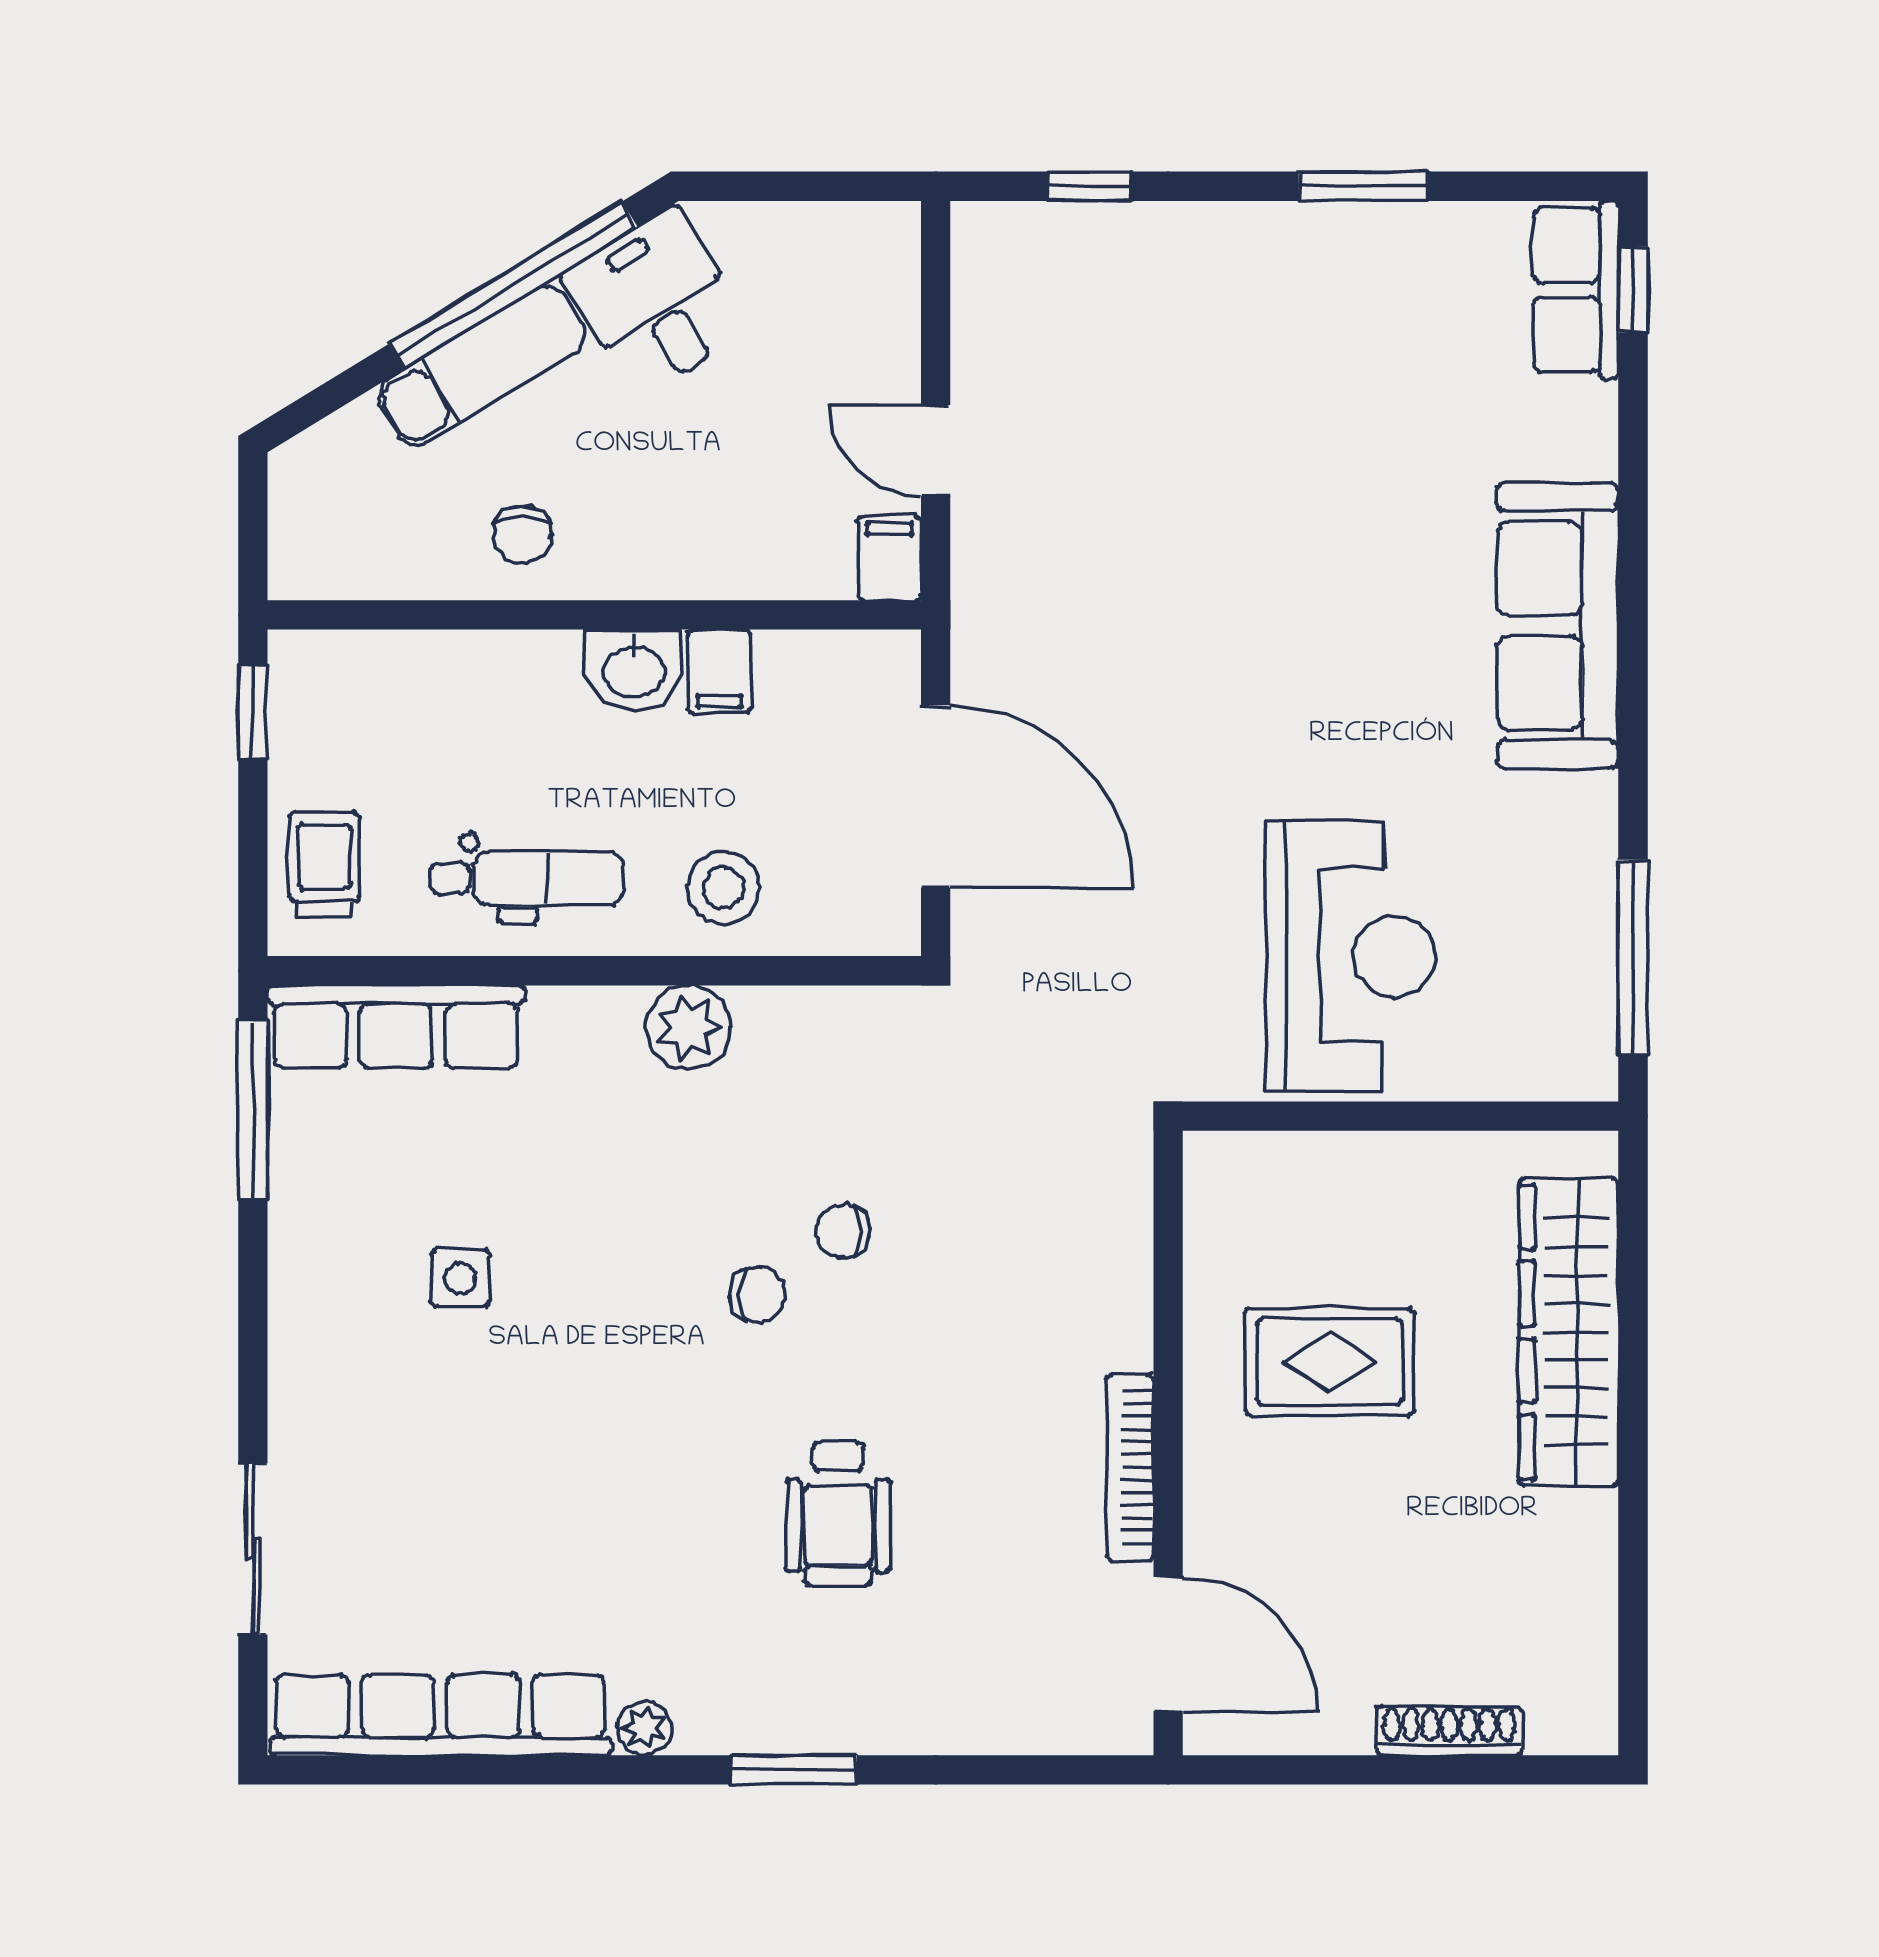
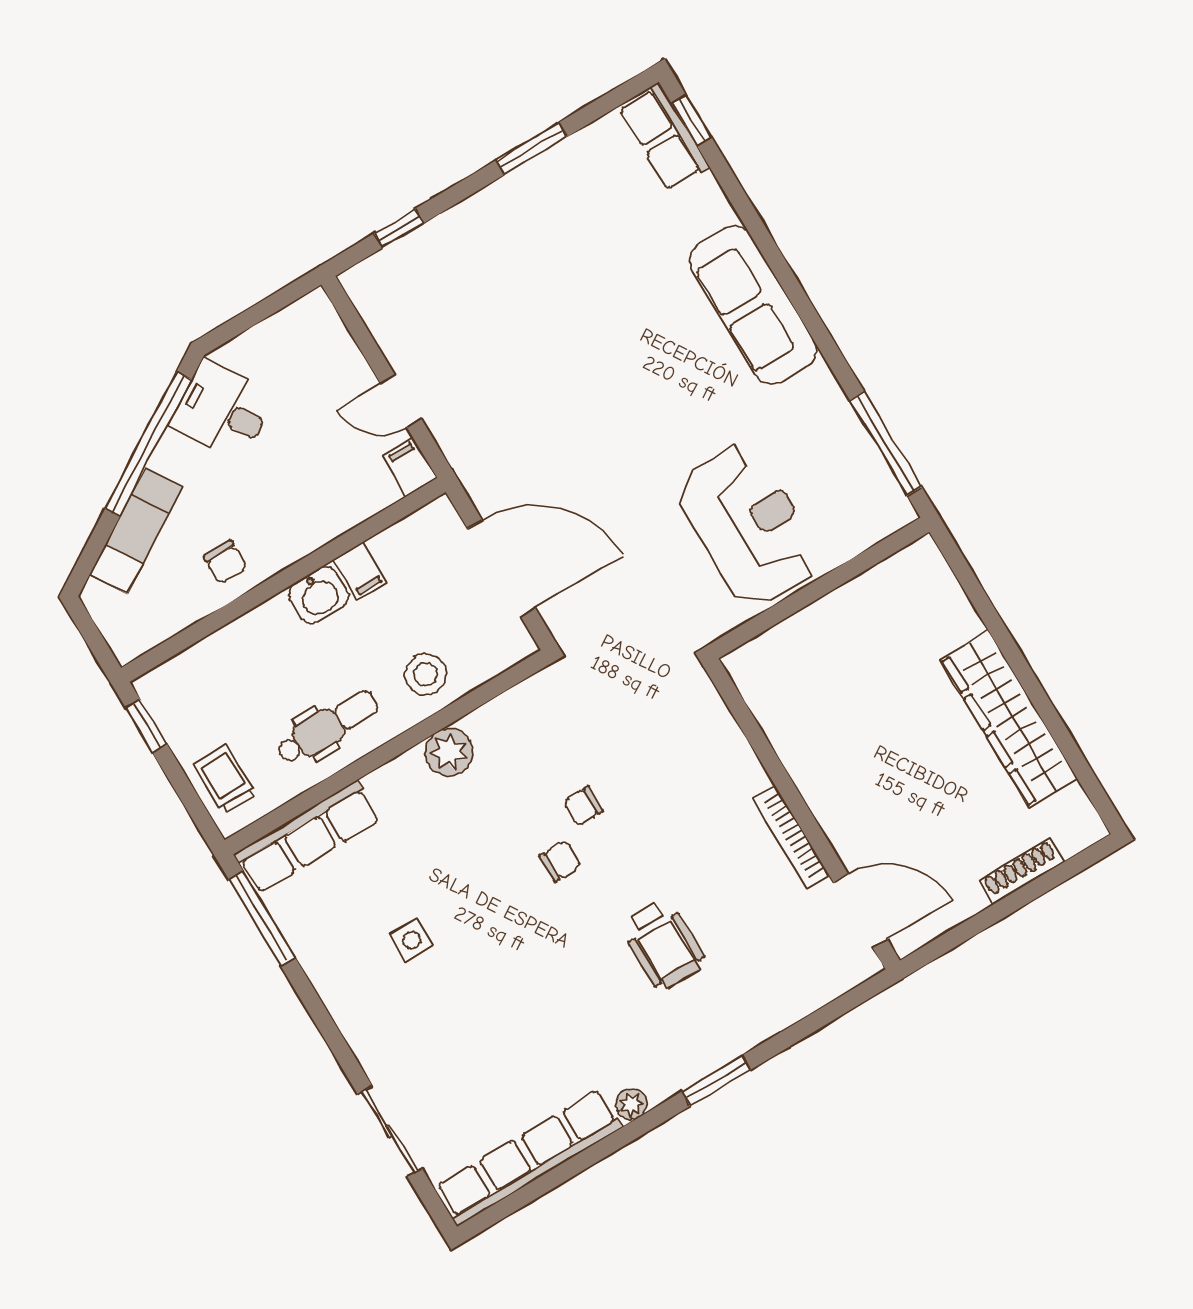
exam couch: (481, 366) -> (136, 530), moved
wardrobe: (1569, 1332) -> (1009, 719), moved
rug: (1329, 1362) -> (857, 728), removed

